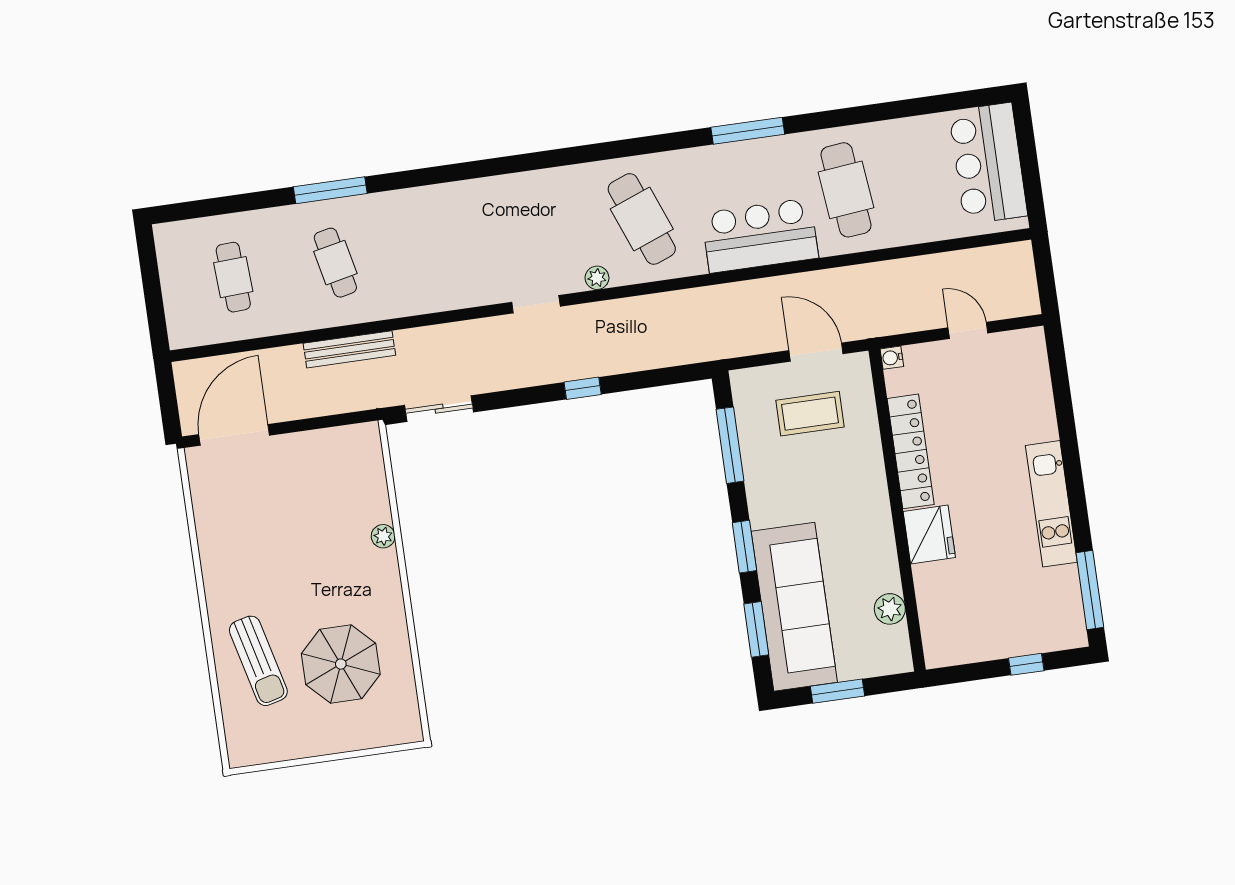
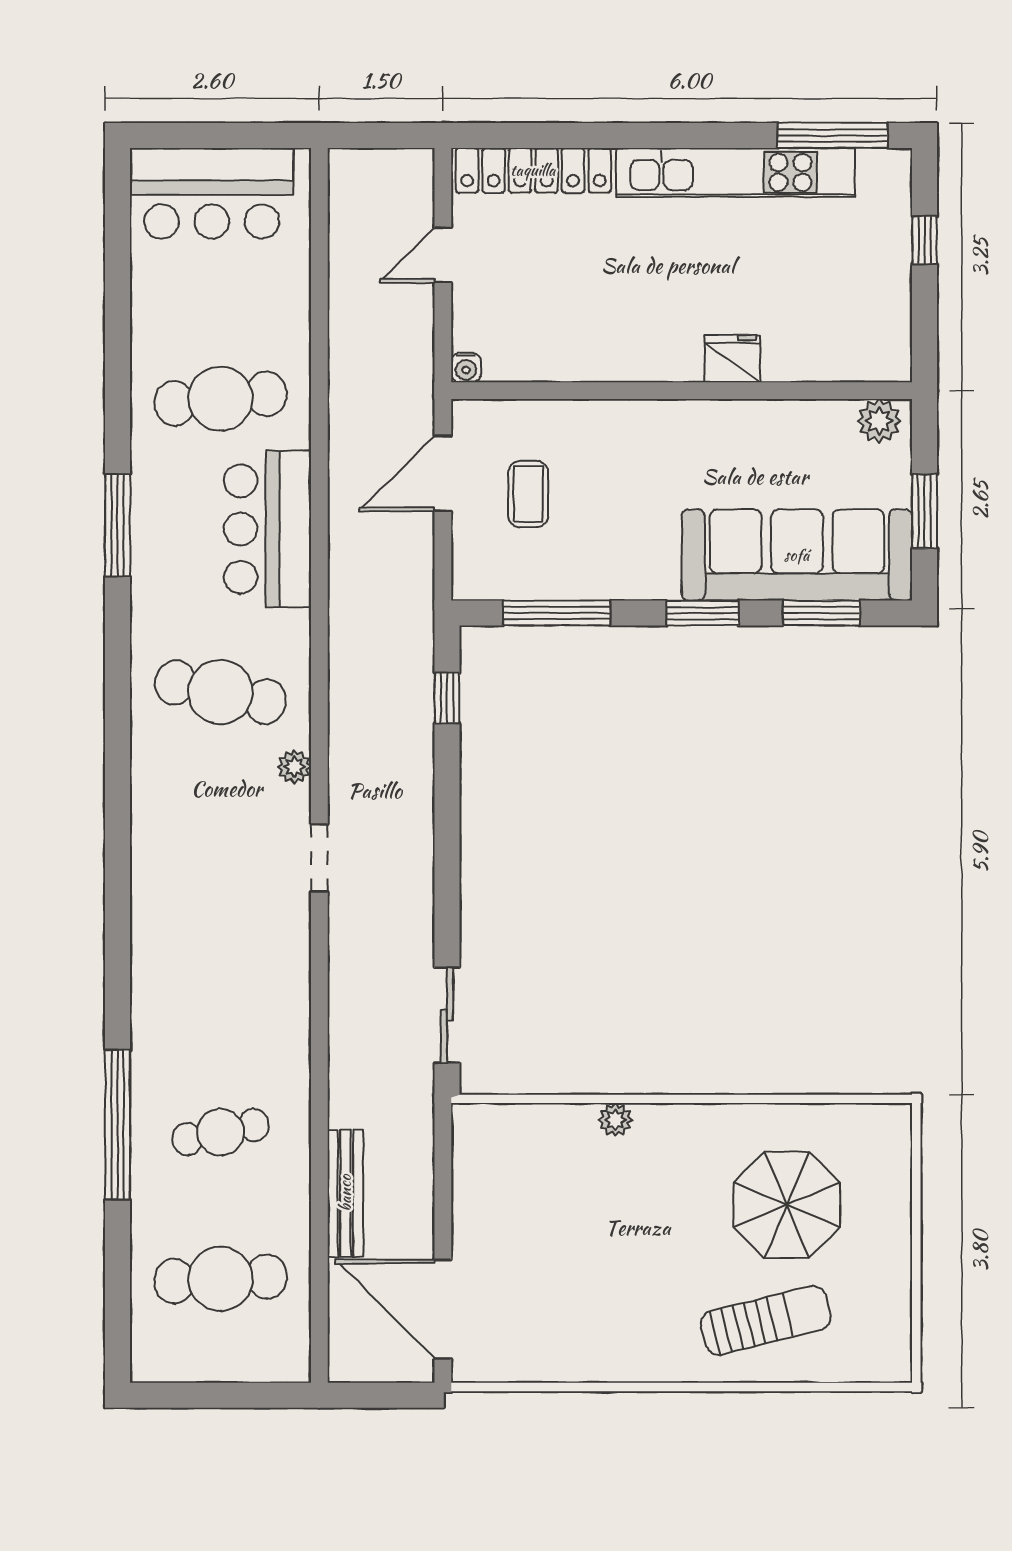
window: (330, 190) -> (118, 1125), width x1.46
cafe table: (642, 219) -> (220, 692), turned 33
cafe table: (233, 277) -> (220, 1279), width x1.37, depth x1.35
bench: (349, 349) -> (345, 1193), moved
window: (583, 388) -> (447, 698), moved
coffee table: (810, 414) -> (528, 494), width x0.73, depth x0.77
locker: (911, 451) -> (533, 170), moved, turned 180
kitchen unit: (1051, 504) -> (735, 172), width x1.36
fridge: (929, 534) -> (732, 359), width x0.73, depth x0.75
plant: (890, 609) -> (879, 421), moved

